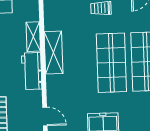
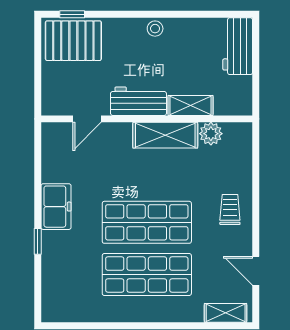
plant: (51, 23) -> (211, 134), added
door: (45, 116) -> (87, 119), moved

